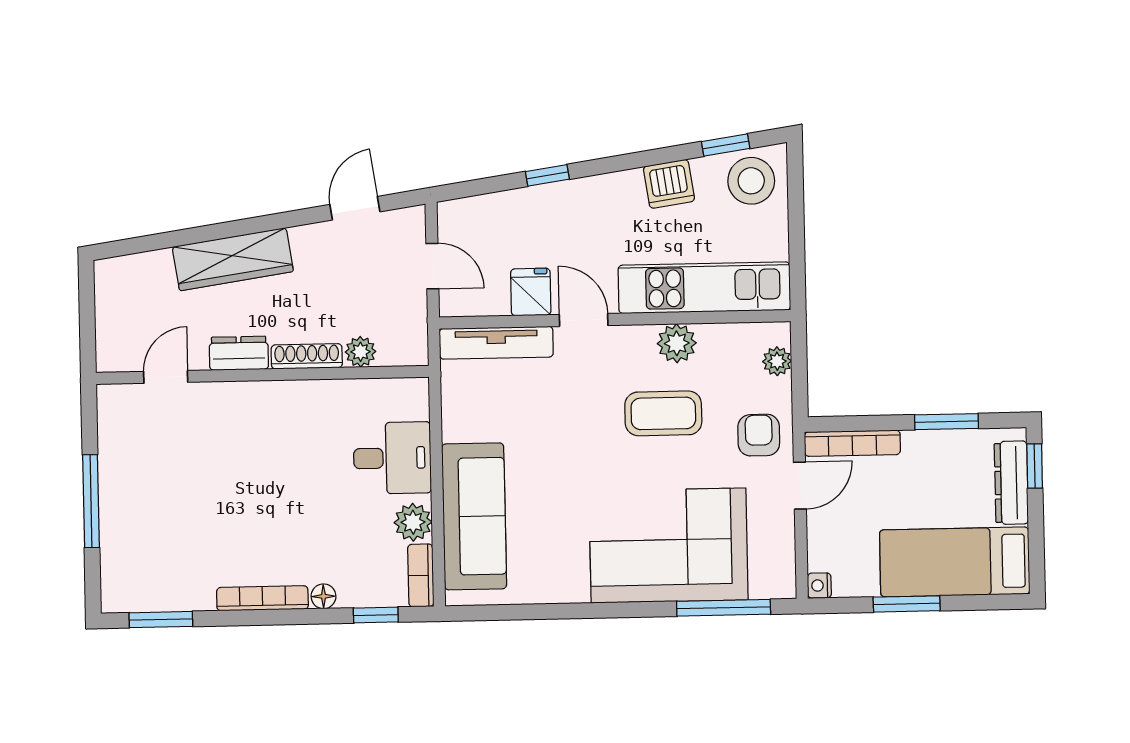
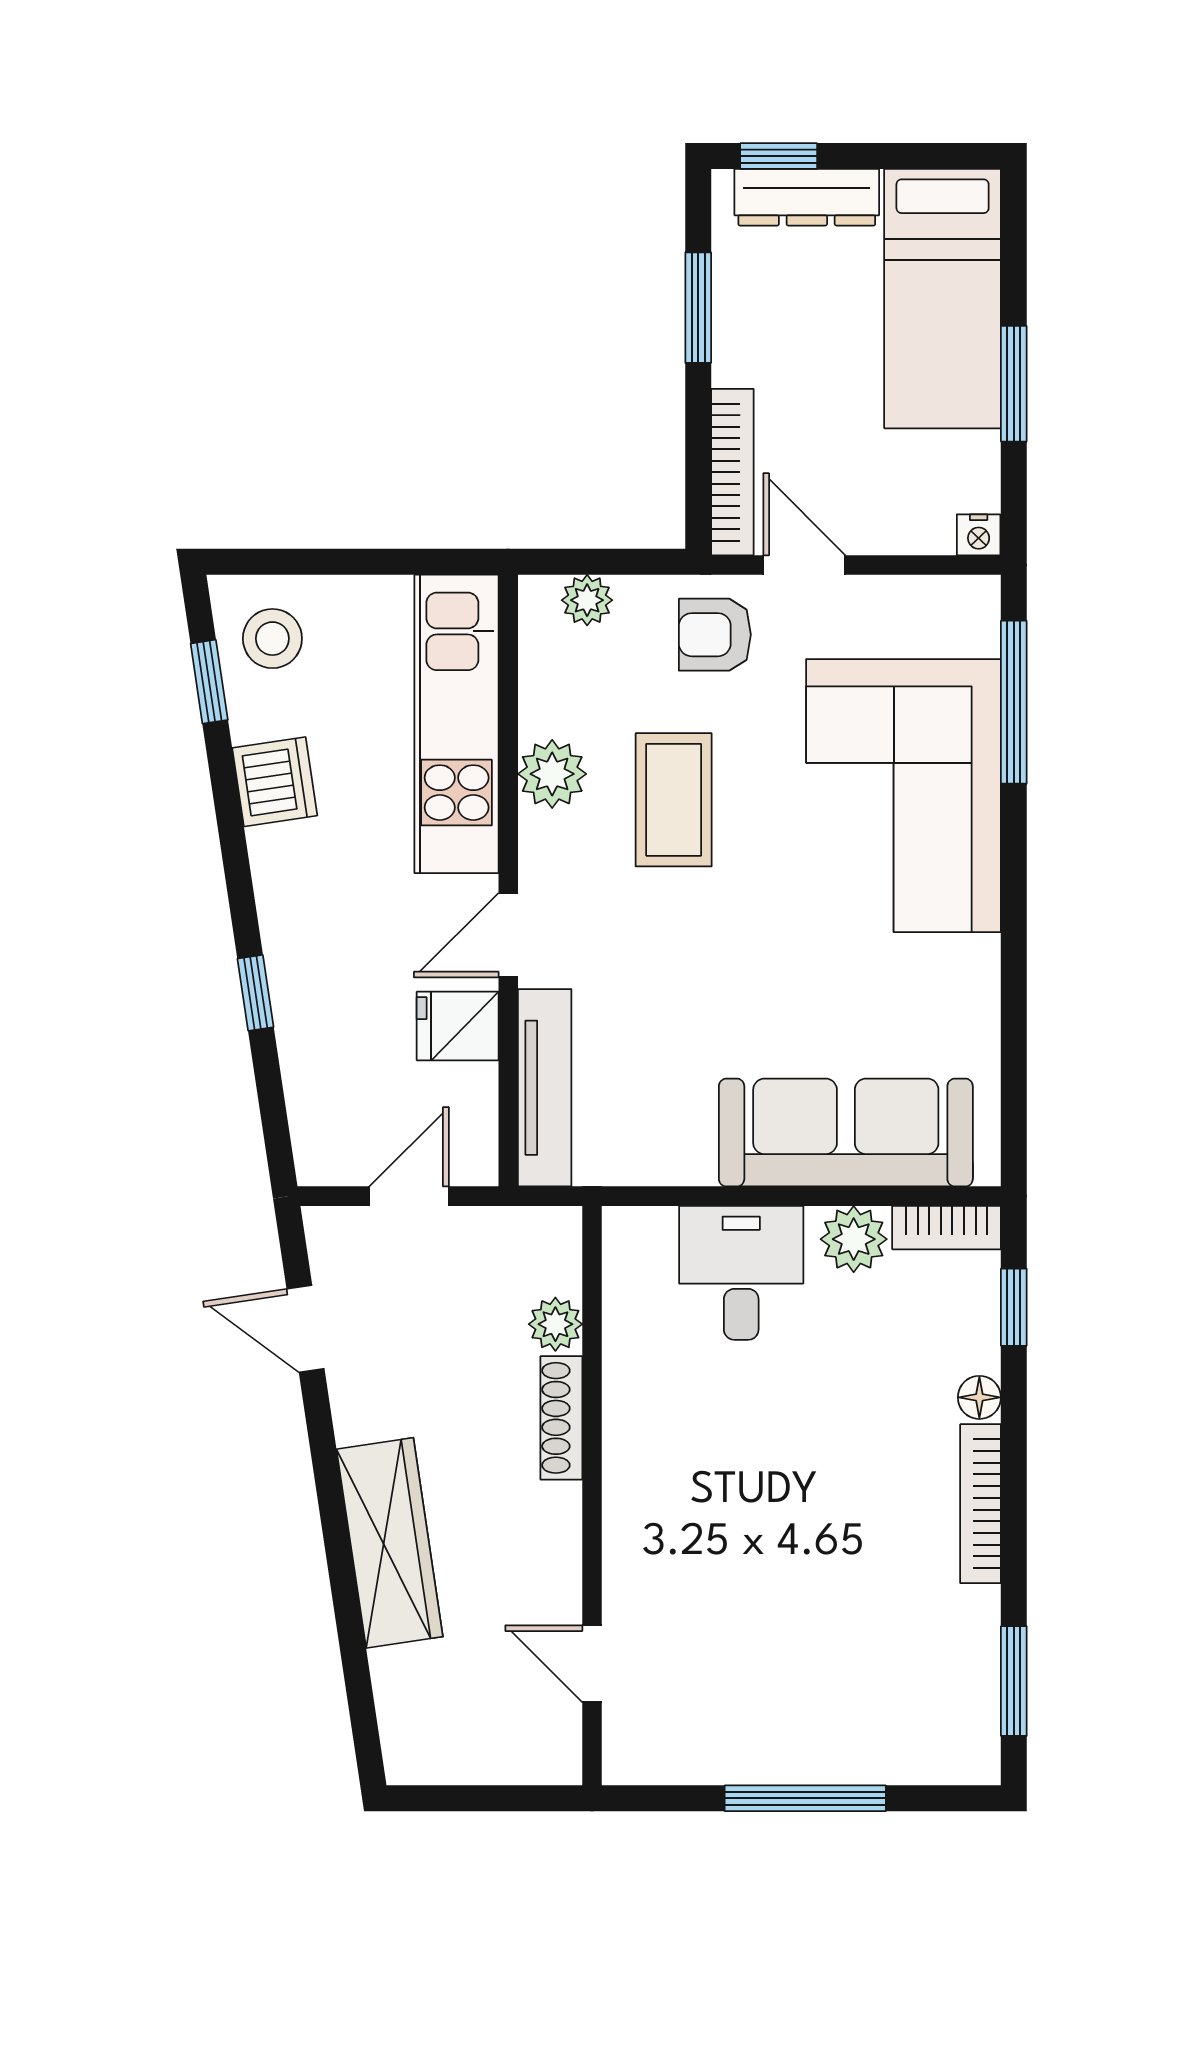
stool: (751, 181) -> (272, 639), width x0.73, depth x0.73
dresser: (239, 353) -> (554, 1536), removed

